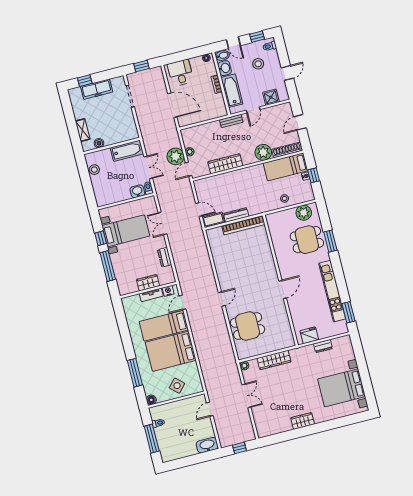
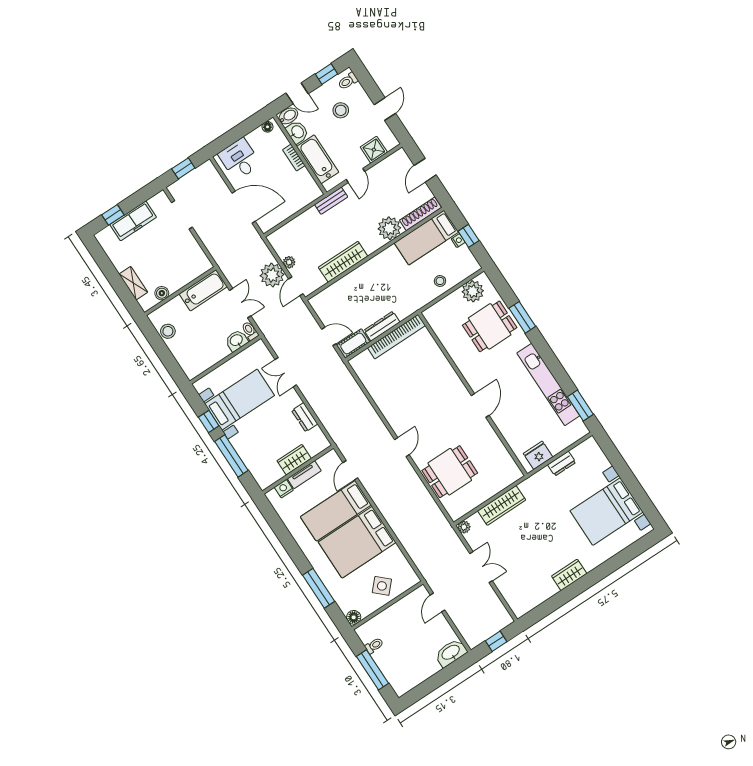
nightstand: (168, 291) -> (284, 489), moved

